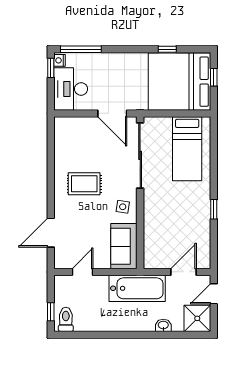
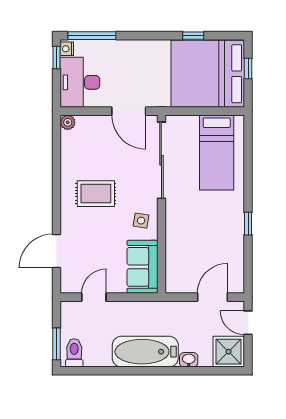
plant: (60, 123) -> (68, 122), added
bathtub: (137, 288) -> (145, 352), moved, turned 180
door: (214, 294) -> (248, 323), hinge flipped
window: (51, 312) -> (56, 344), width x1.50

